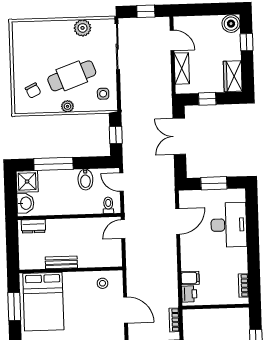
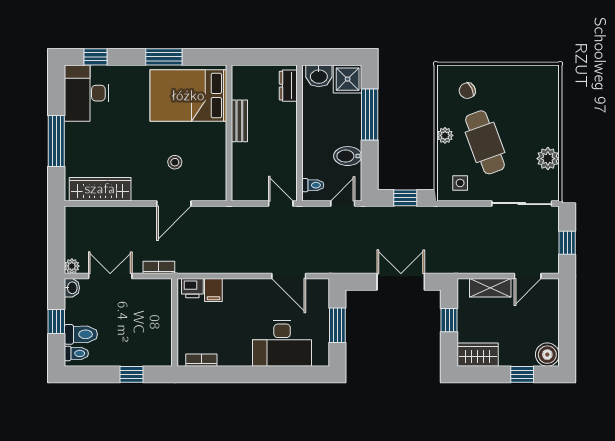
stool: (102, 283) -> (175, 162), moved
window: (14, 307) -> (164, 57), moved

